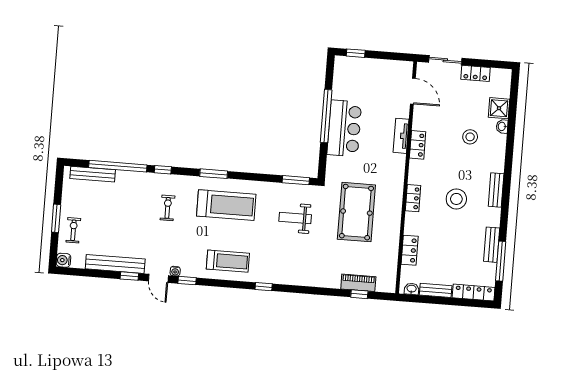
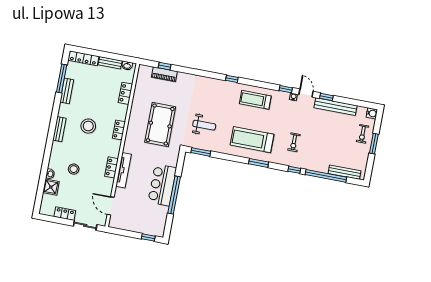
tv unit: (401, 136) -> (123, 170), width x1.41

